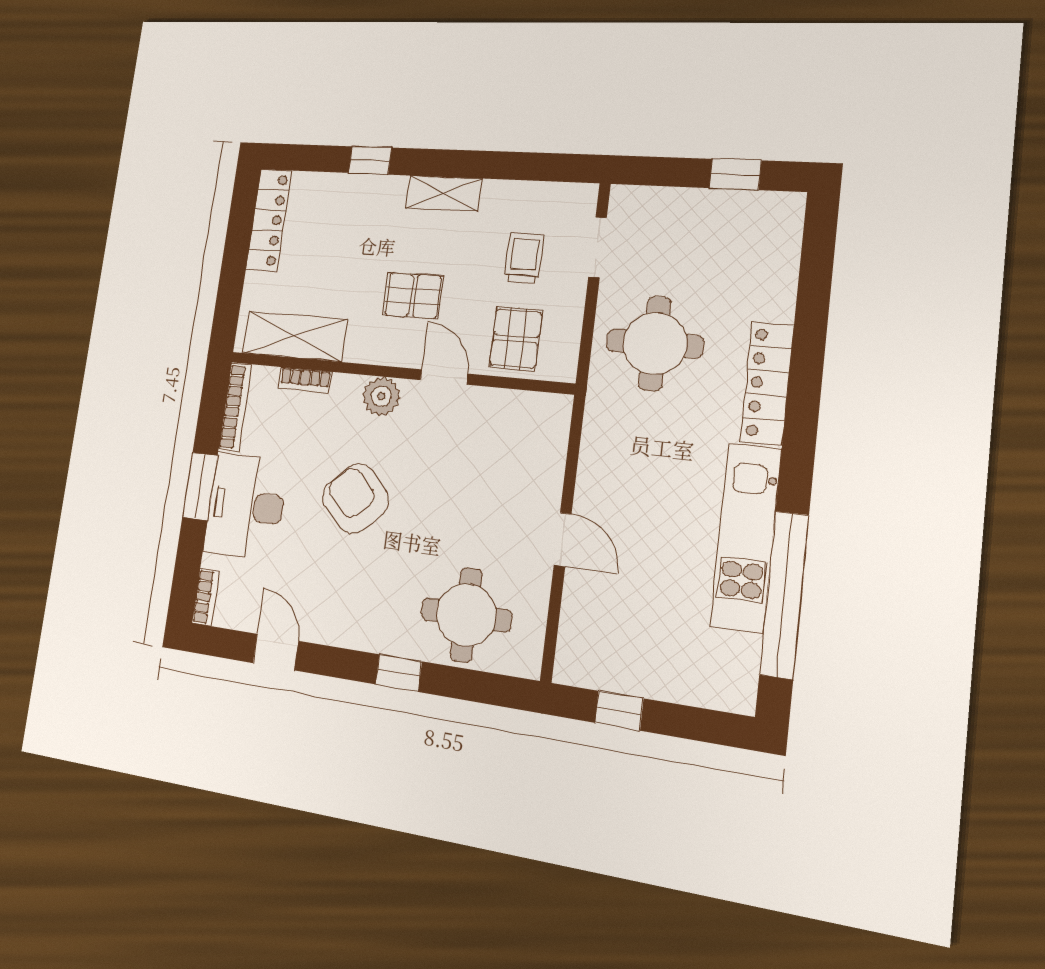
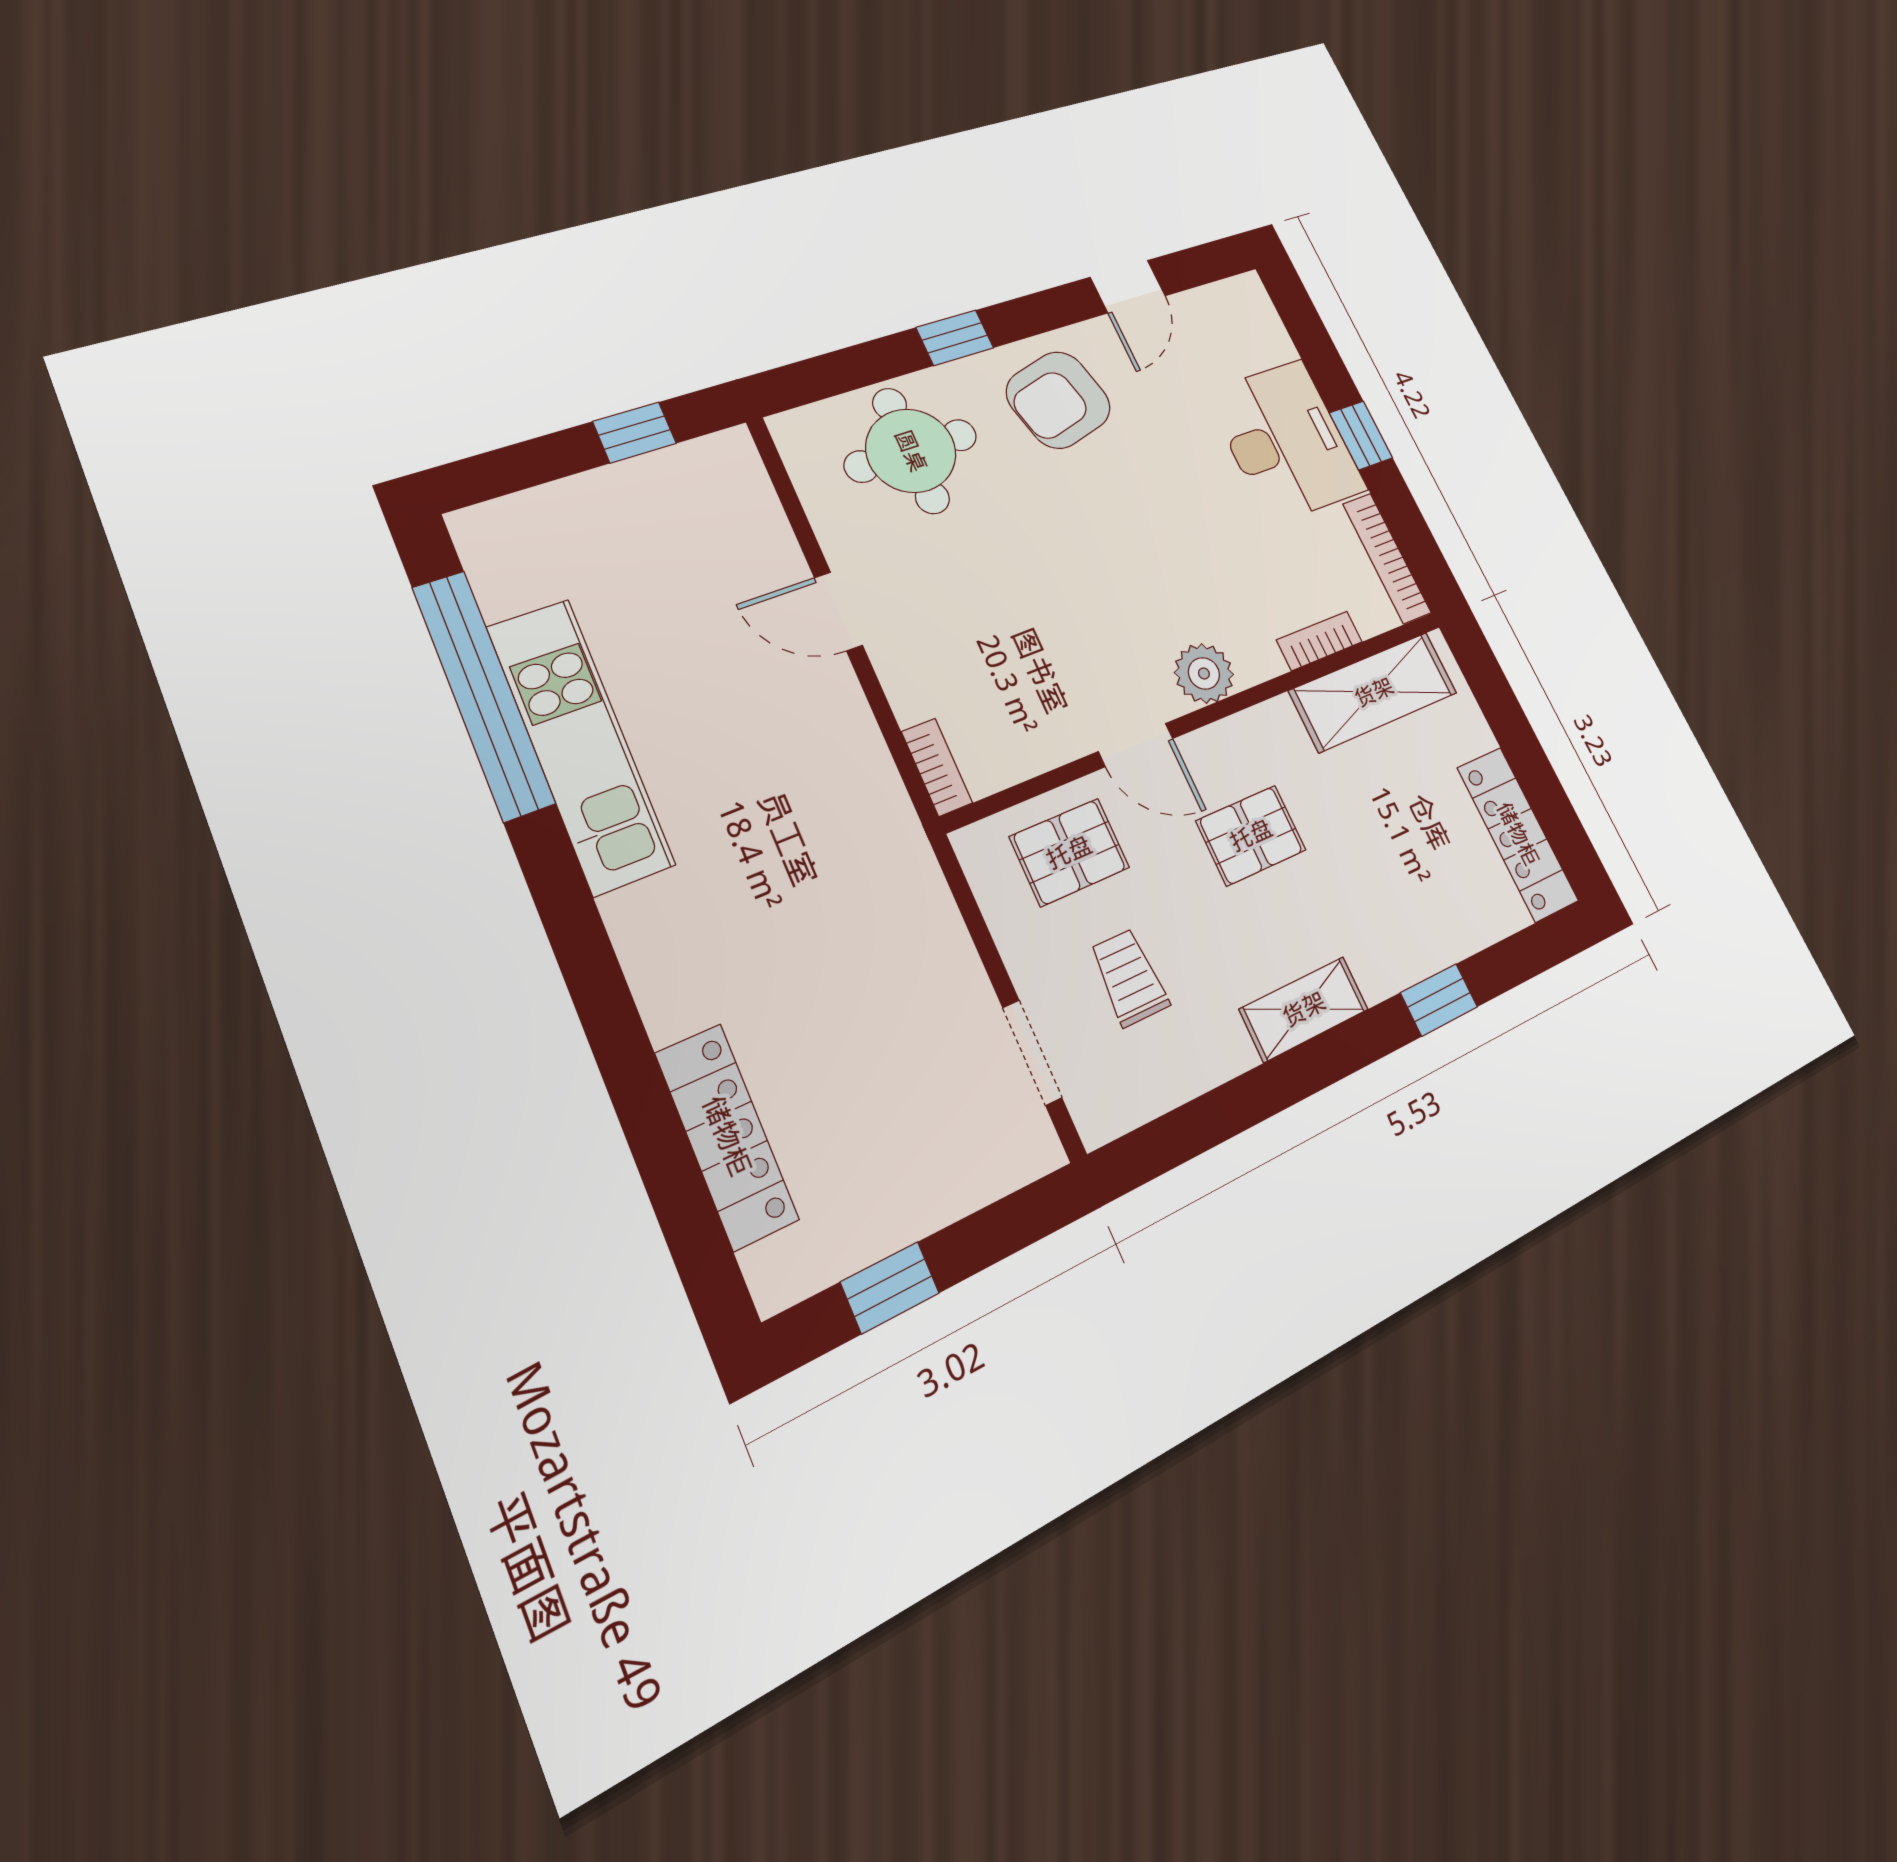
trolley: (524, 258) -> (1129, 977), turned 180
pallet: (516, 339) -> (1069, 852), turned 90
round table: (655, 343) -> (865, 953), removed
locker: (767, 383) -> (727, 1136), moved
window: (200, 486) -> (1361, 435), width x0.67
armchair: (355, 499) -> (1058, 400), moved, turned 119
bookcase: (206, 597) -> (937, 767), moved, turned 180
door: (276, 652) -> (1128, 287), hinge flipped

